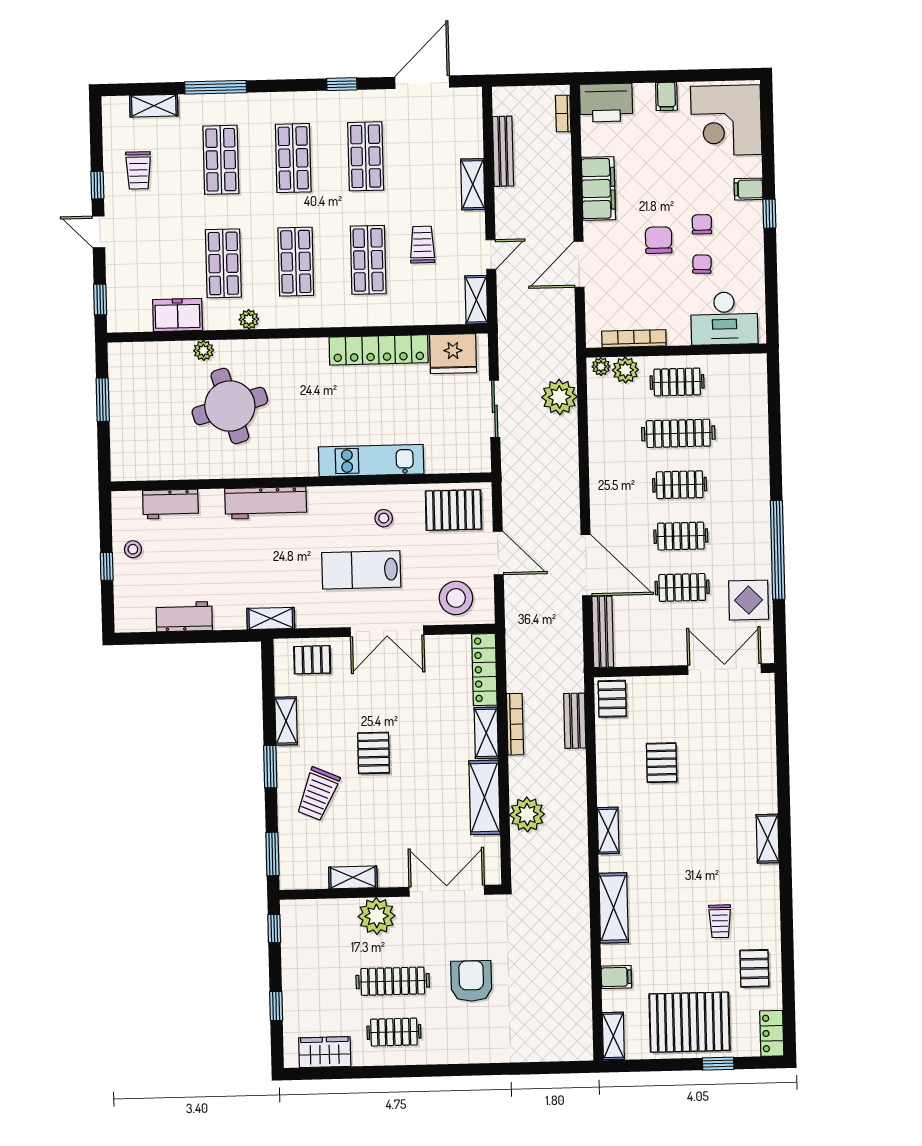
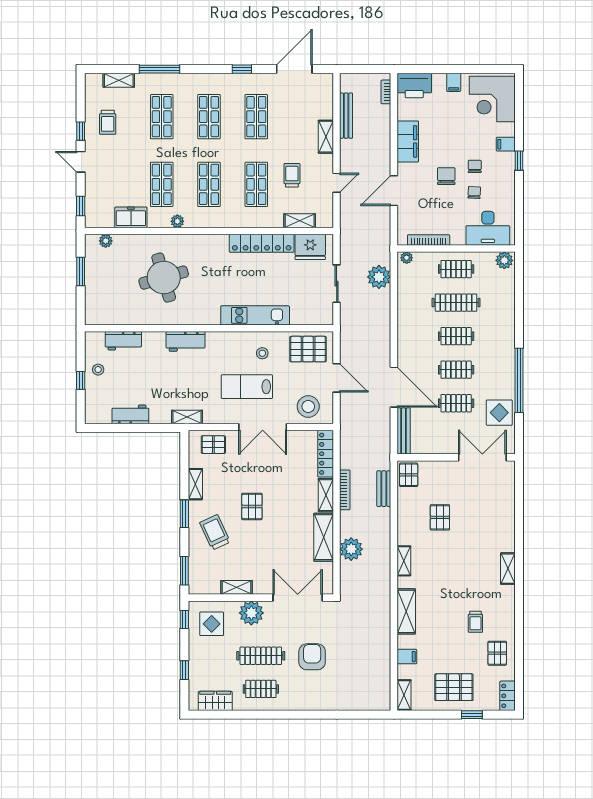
shelving: (476, 300) -> (300, 221), moved, turned 90
plant: (204, 350) -> (106, 241), moved
plant: (625, 370) -> (504, 260), moved
workbench: (266, 503) -> (185, 341), width x0.73
trolley: (318, 794) -> (215, 532), turned 132
display table: (316, 934) -> (212, 624), added
pallet: (689, 1022) -> (454, 687), width x0.73, depth x0.71

